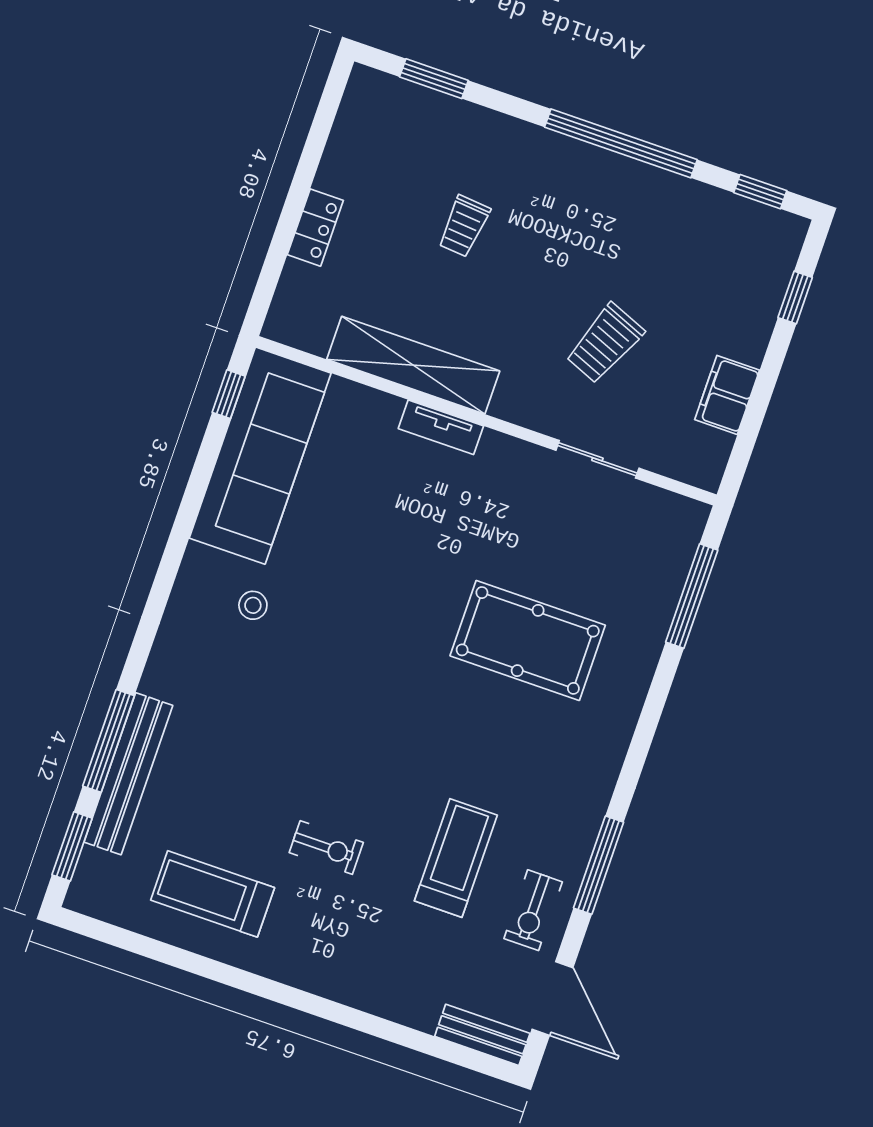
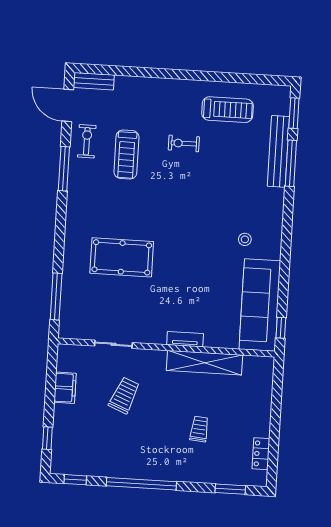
locker: (315, 228) -> (261, 454), moved

